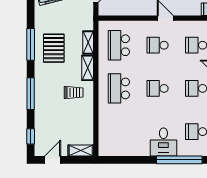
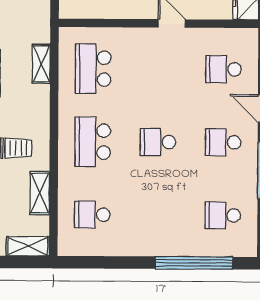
school desk: (158, 45) -> (92, 215), moved
shelving: (88, 68) -> (40, 193), moved
desk: (163, 142) -> (168, 233), removed

